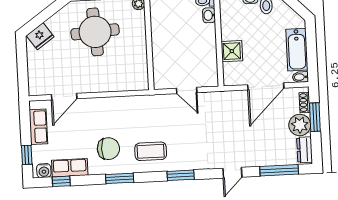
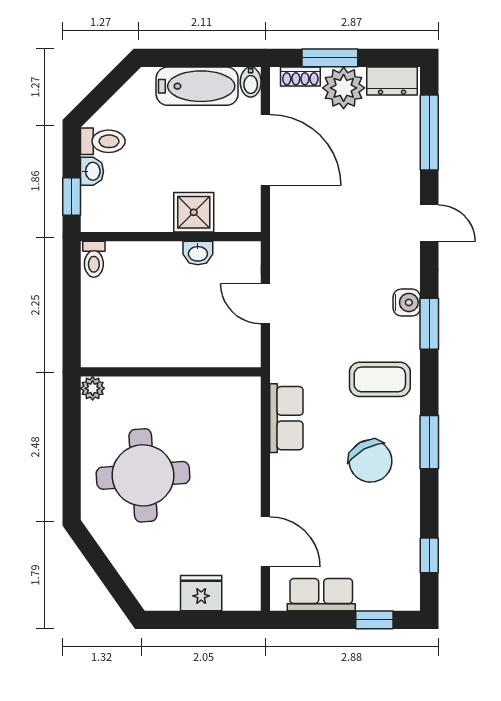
washbasin: (209, 15) -> (198, 253), moved
fridge: (40, 36) -> (201, 593), moved, turned -55
door: (187, 90) -> (265, 304), swing flipped
chair: (108, 149) -> (370, 461), turned 151
coffee table: (151, 151) -> (380, 379), turned 90
row of seats: (70, 168) -> (286, 418), moved, turned 180
water cooler: (44, 171) -> (407, 302), moved

